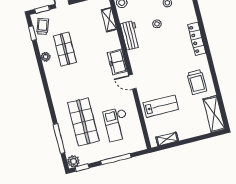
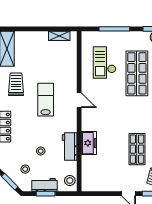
shelving: (109, 20) -> (86, 167), removed
freezer: (117, 62) -> (89, 143), moved
lab bench: (161, 106) -> (46, 100), moved, turned 90
checkout: (117, 124) -> (105, 62), turned 180

